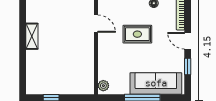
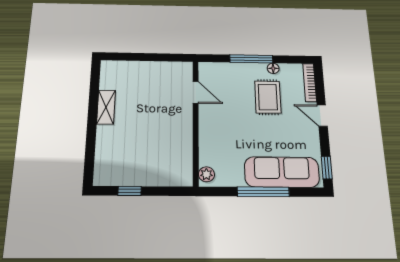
rug: (137, 34) -> (268, 97), moved, turned 90
window: (188, 67) -> (327, 168), moved

